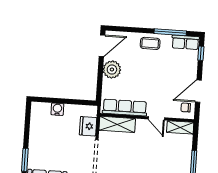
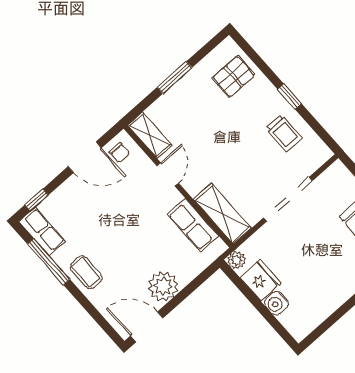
row of seats: (125, 108) -> (193, 225), width x0.68
plant: (92, 111) -> (237, 260), added
fridge: (88, 126) -> (260, 280), moved, turned -90

